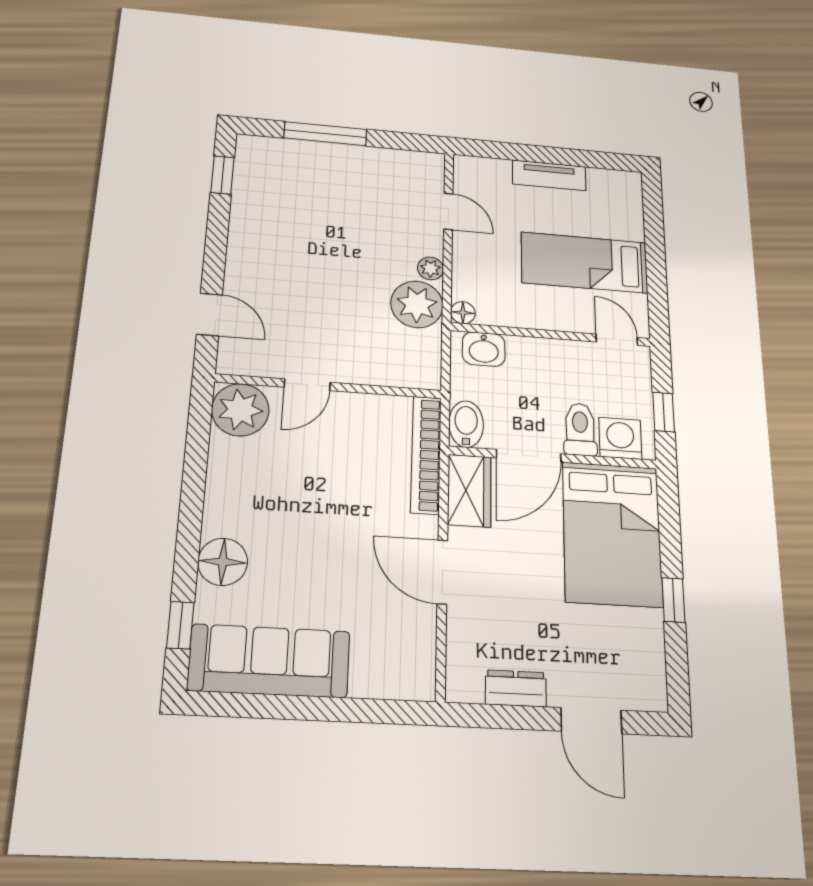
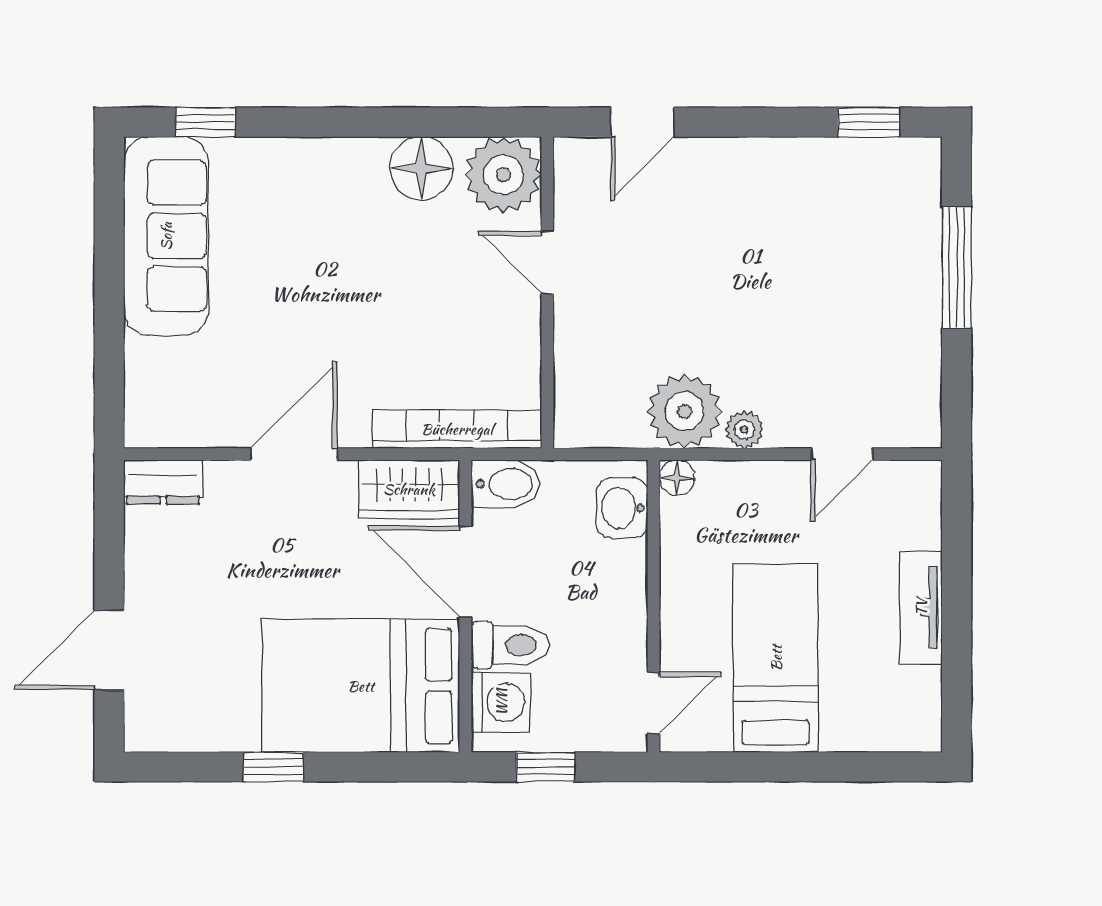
floor lamp: (223, 562) -> (421, 168), moved
dresser: (516, 688) -> (163, 482), moved, turned 90

